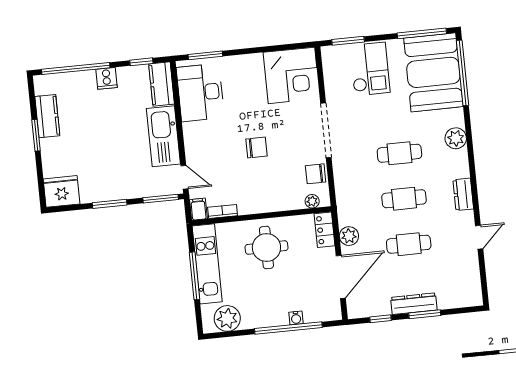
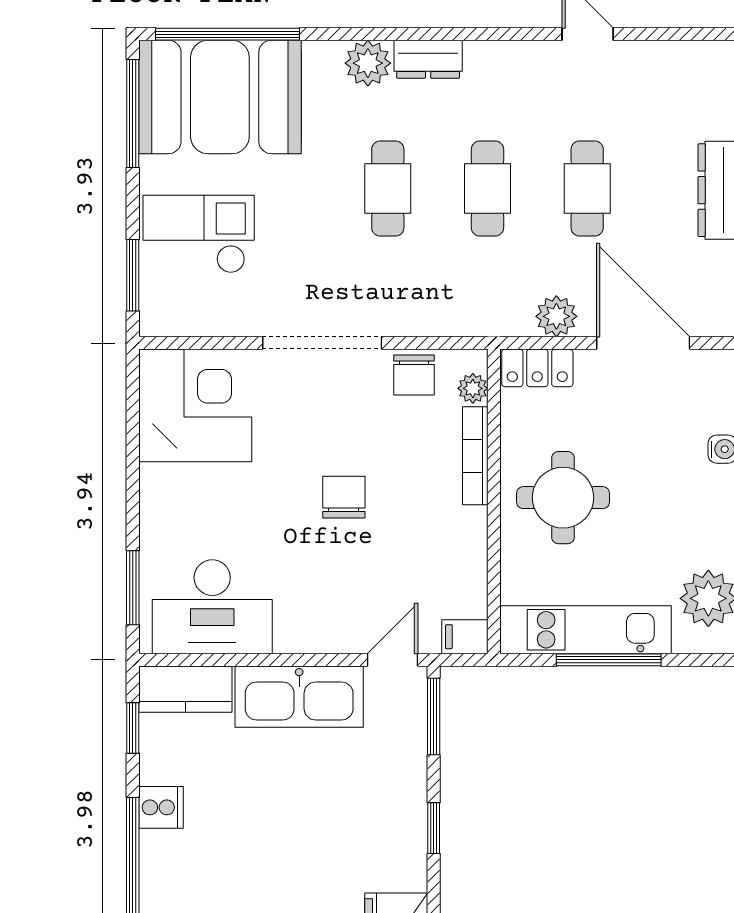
dresser: (463, 194) -> (428, 59), moved
window: (110, 204) -> (434, 828), width x0.67
bookcase: (223, 212) -> (475, 456), moved, width x1.56

